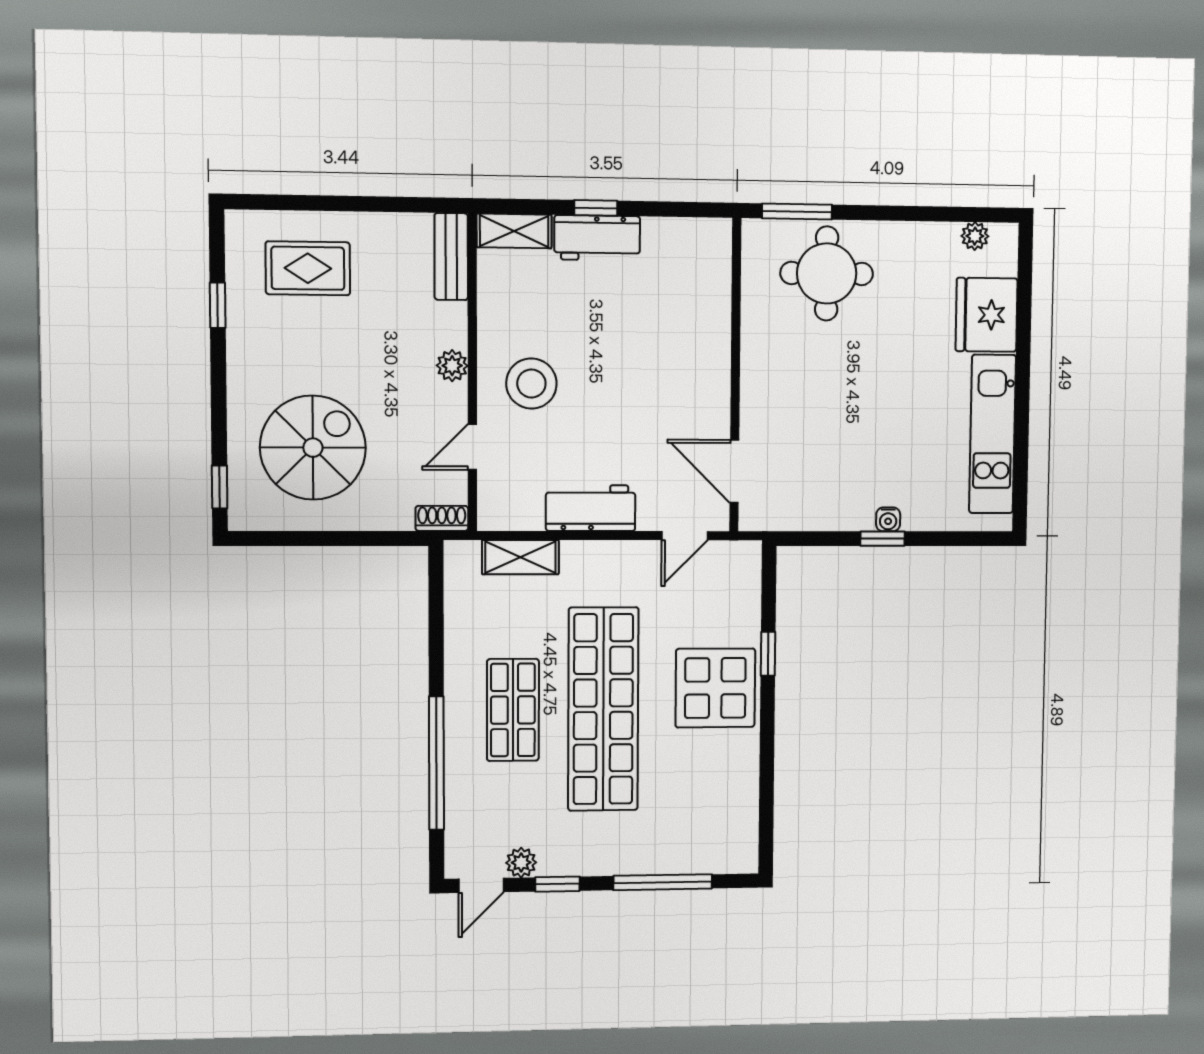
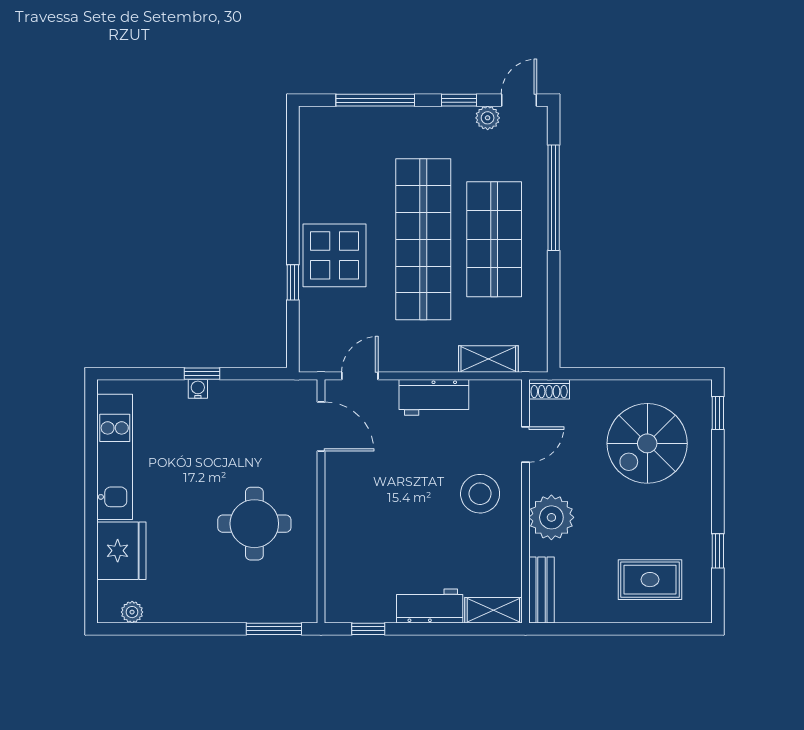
window: (596, 208) -> (368, 629), moved
round table: (827, 273) -> (254, 524), moved
plant: (452, 366) -> (551, 517), width x1.88, depth x1.88
shop shelf: (513, 710) -> (494, 239), width x1.43, depth x1.36

